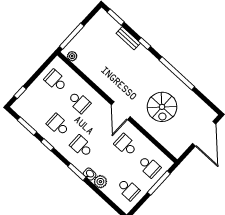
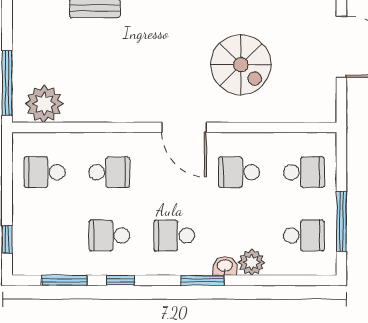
plant: (72, 56) -> (44, 104), width x1.88, depth x1.88
window: (159, 183) -> (341, 222), moved

